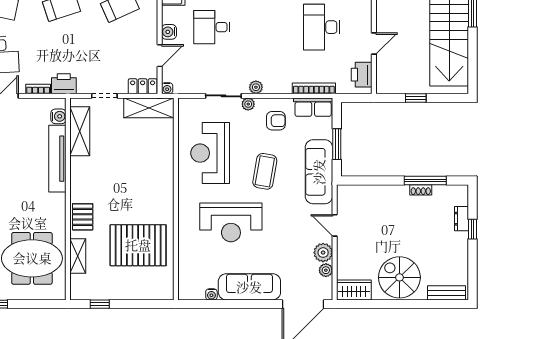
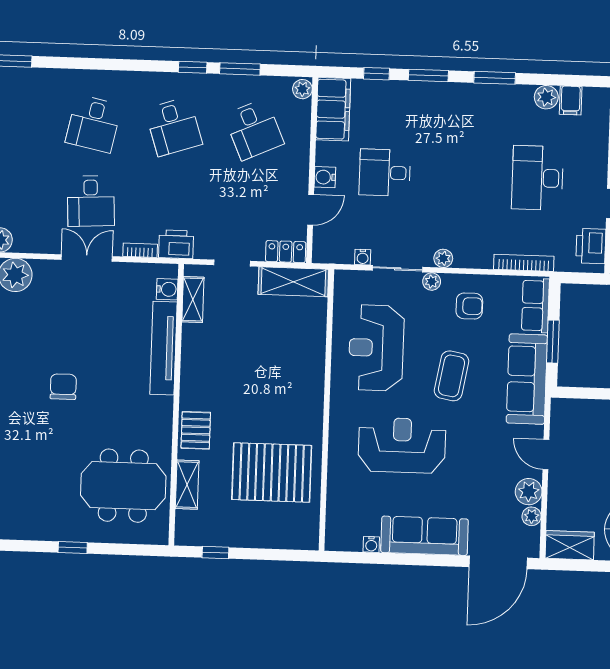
water cooler: (167, 88) -> (363, 257), moved
row of seats: (313, 107) -> (535, 306), moved, turned 90
shelving: (80, 131) -> (193, 300), width x0.67, depth x0.75
reception desk: (231, 222) -> (402, 445), turned 180

